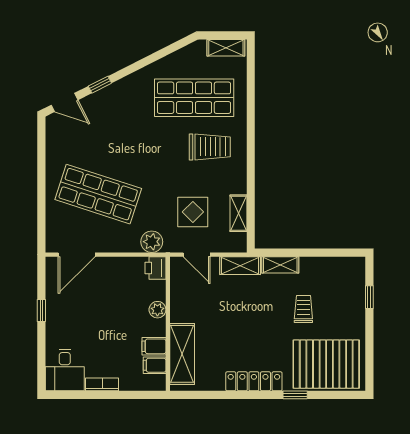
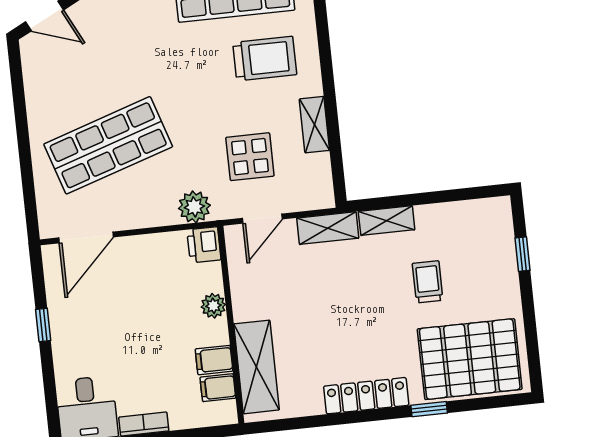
shop shelf: (98, 194) -> (108, 145), turned -36
shelving: (239, 213) -> (314, 125), moved
door: (197, 255) -> (262, 219), hinge flipped

